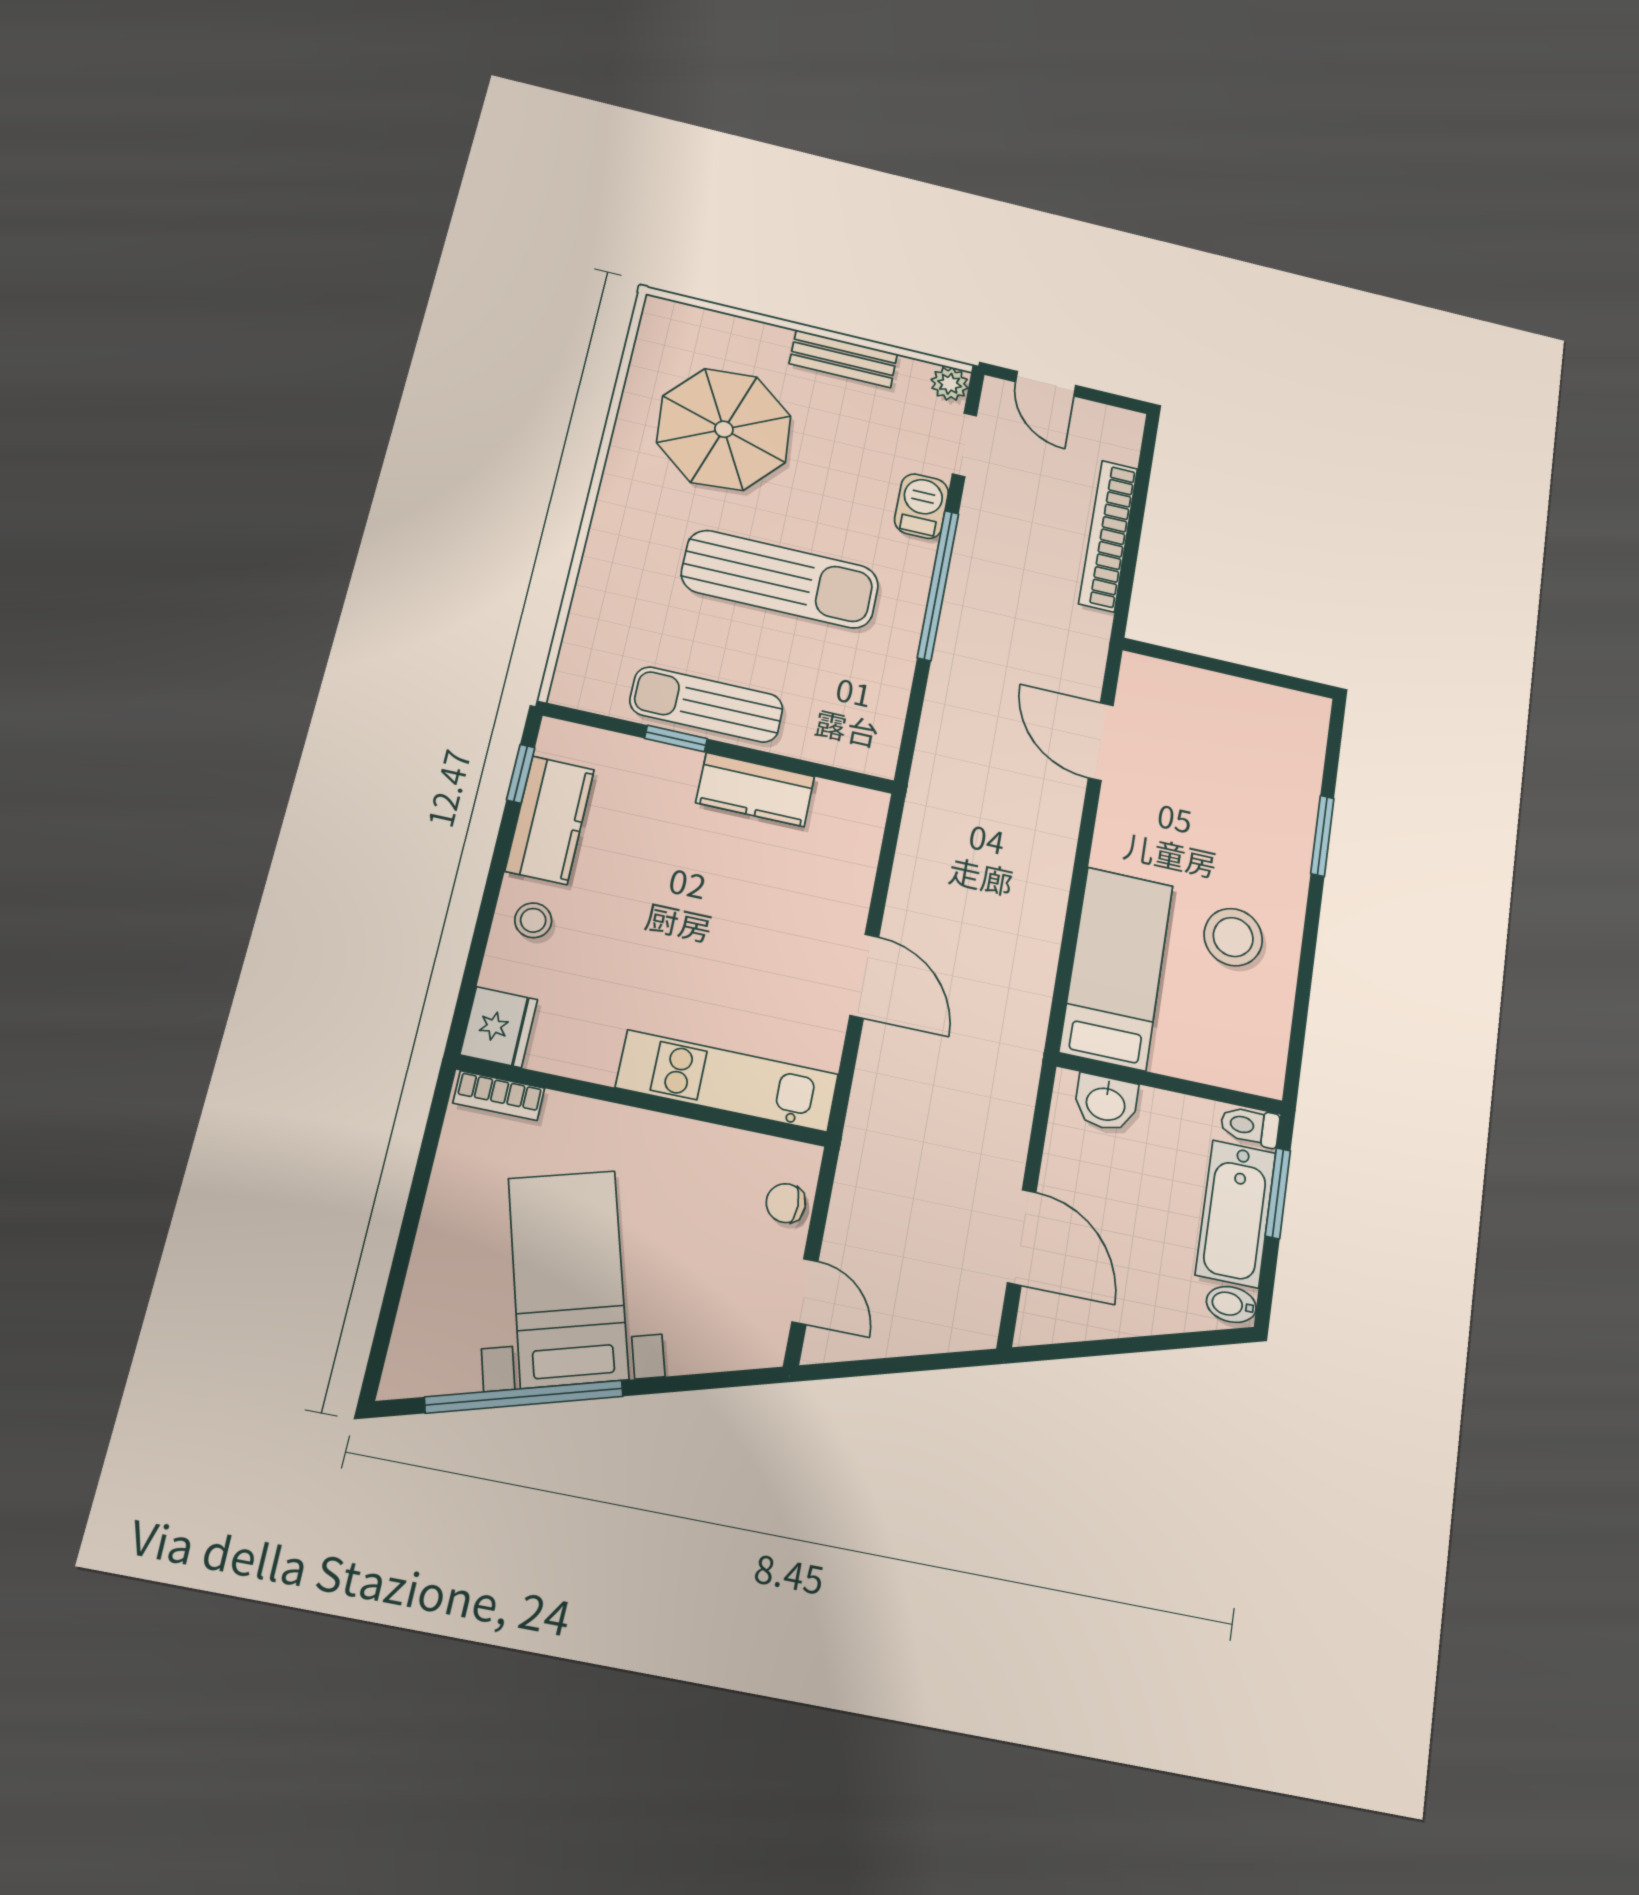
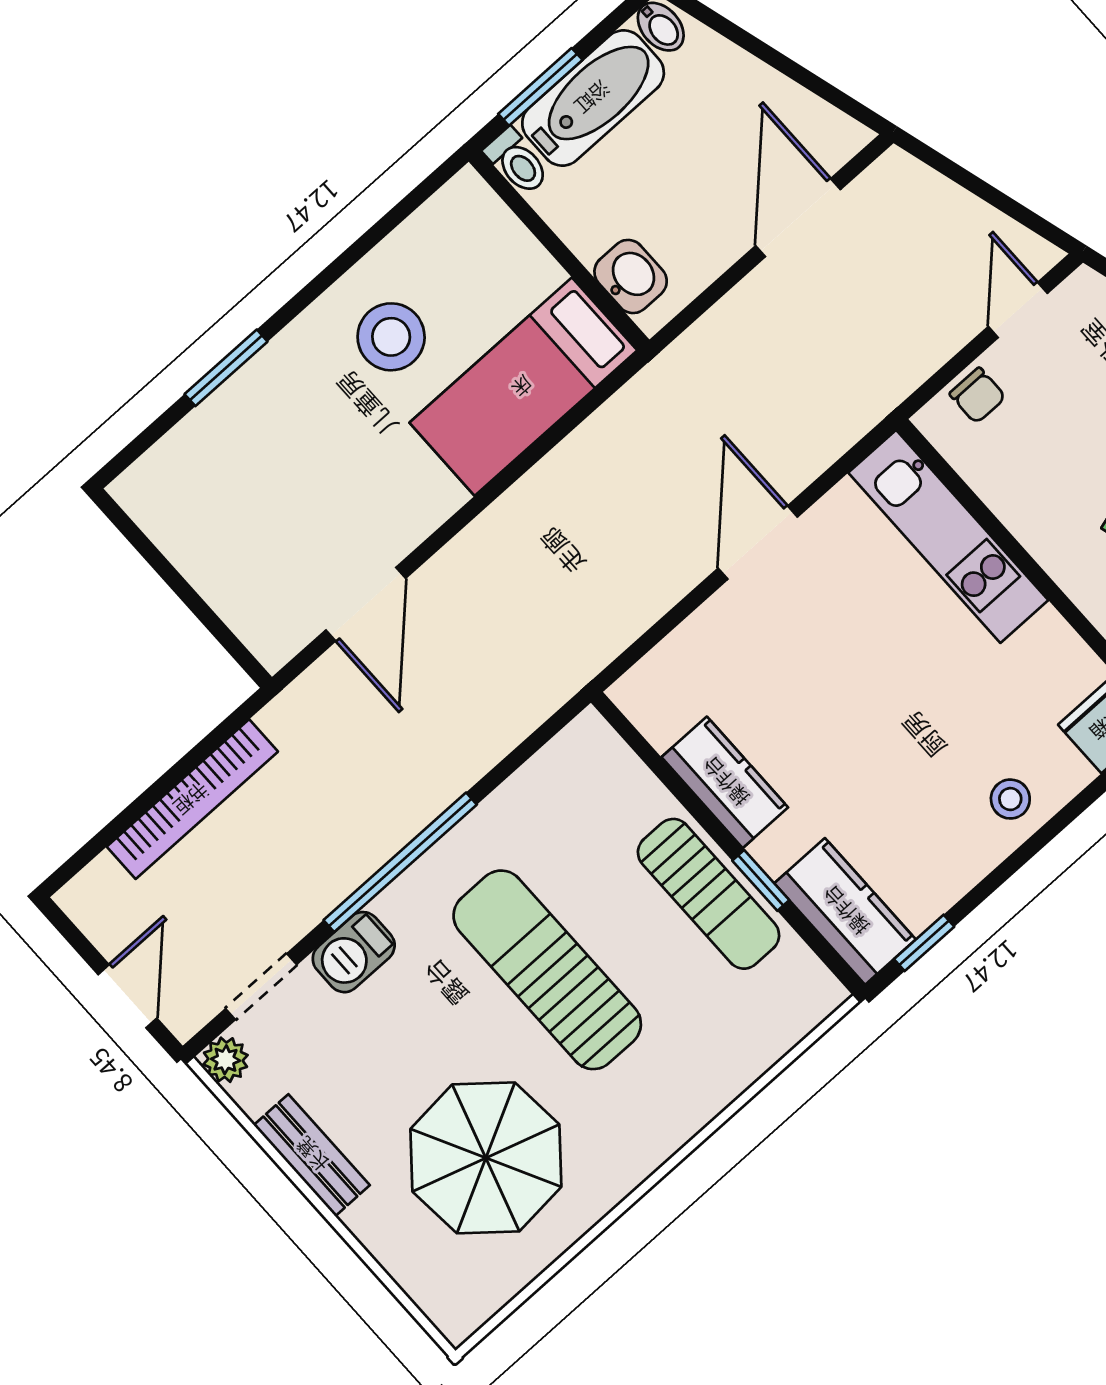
kitchen counter: (550, 820) -> (845, 911), moved, turned 90

